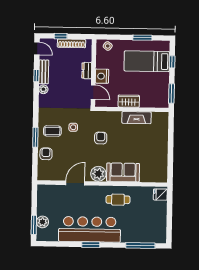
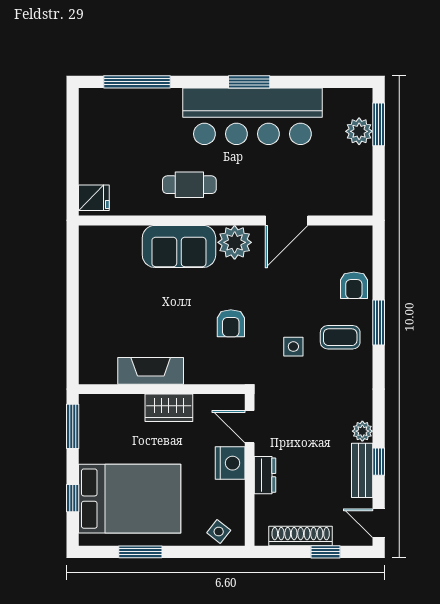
bed: (147, 61) -> (130, 499), width x1.50

